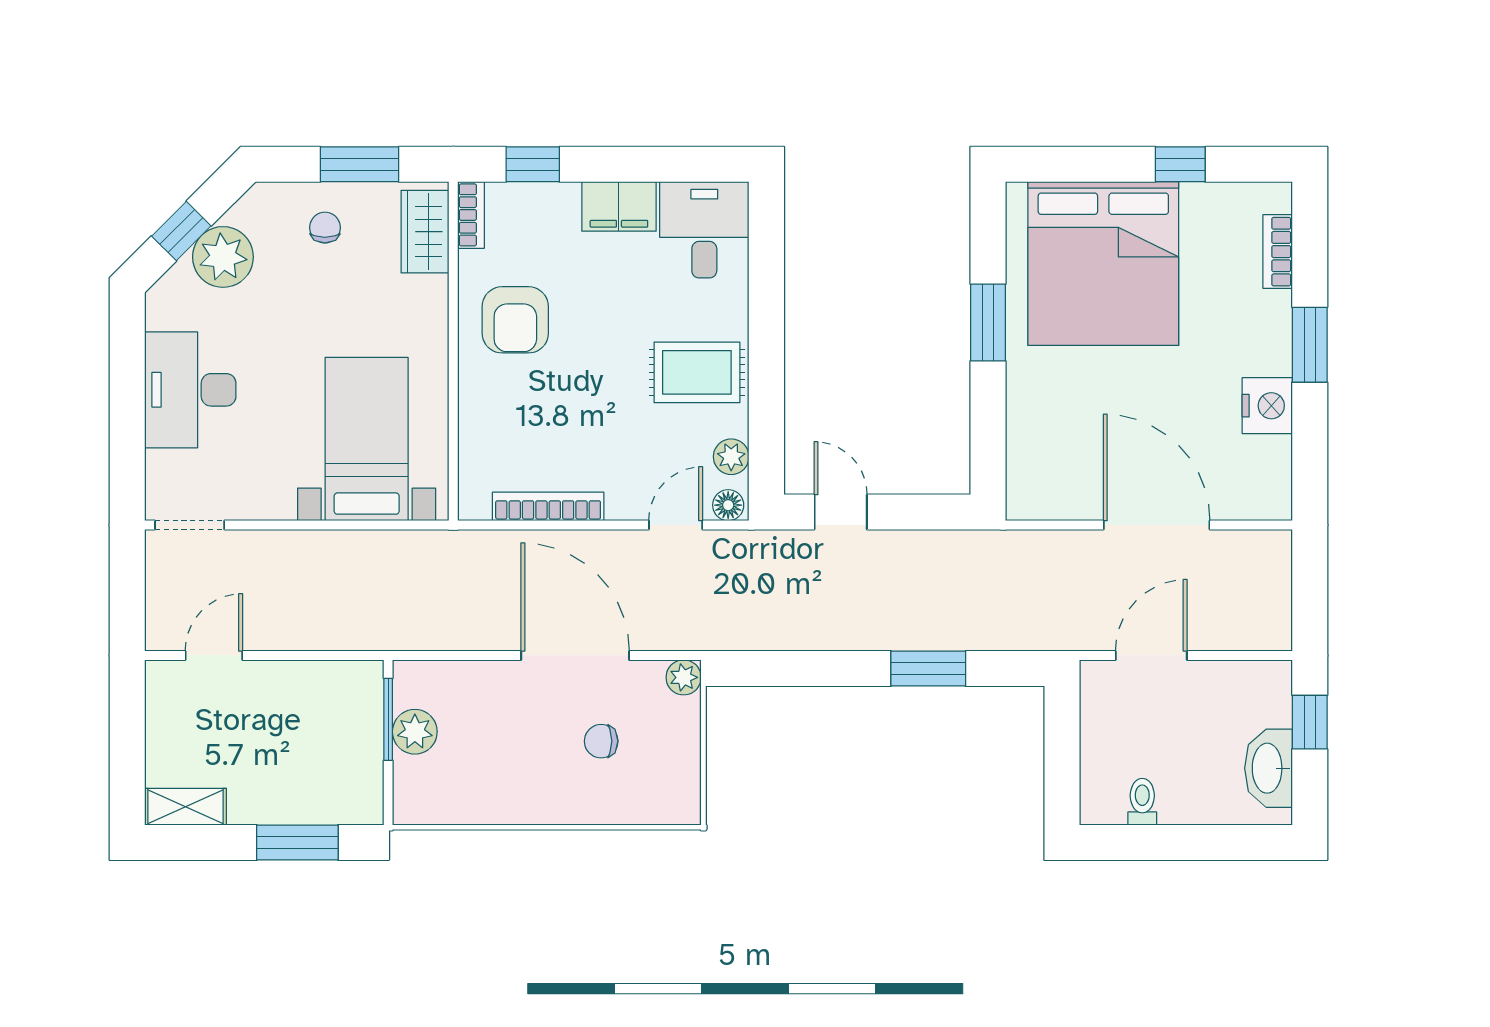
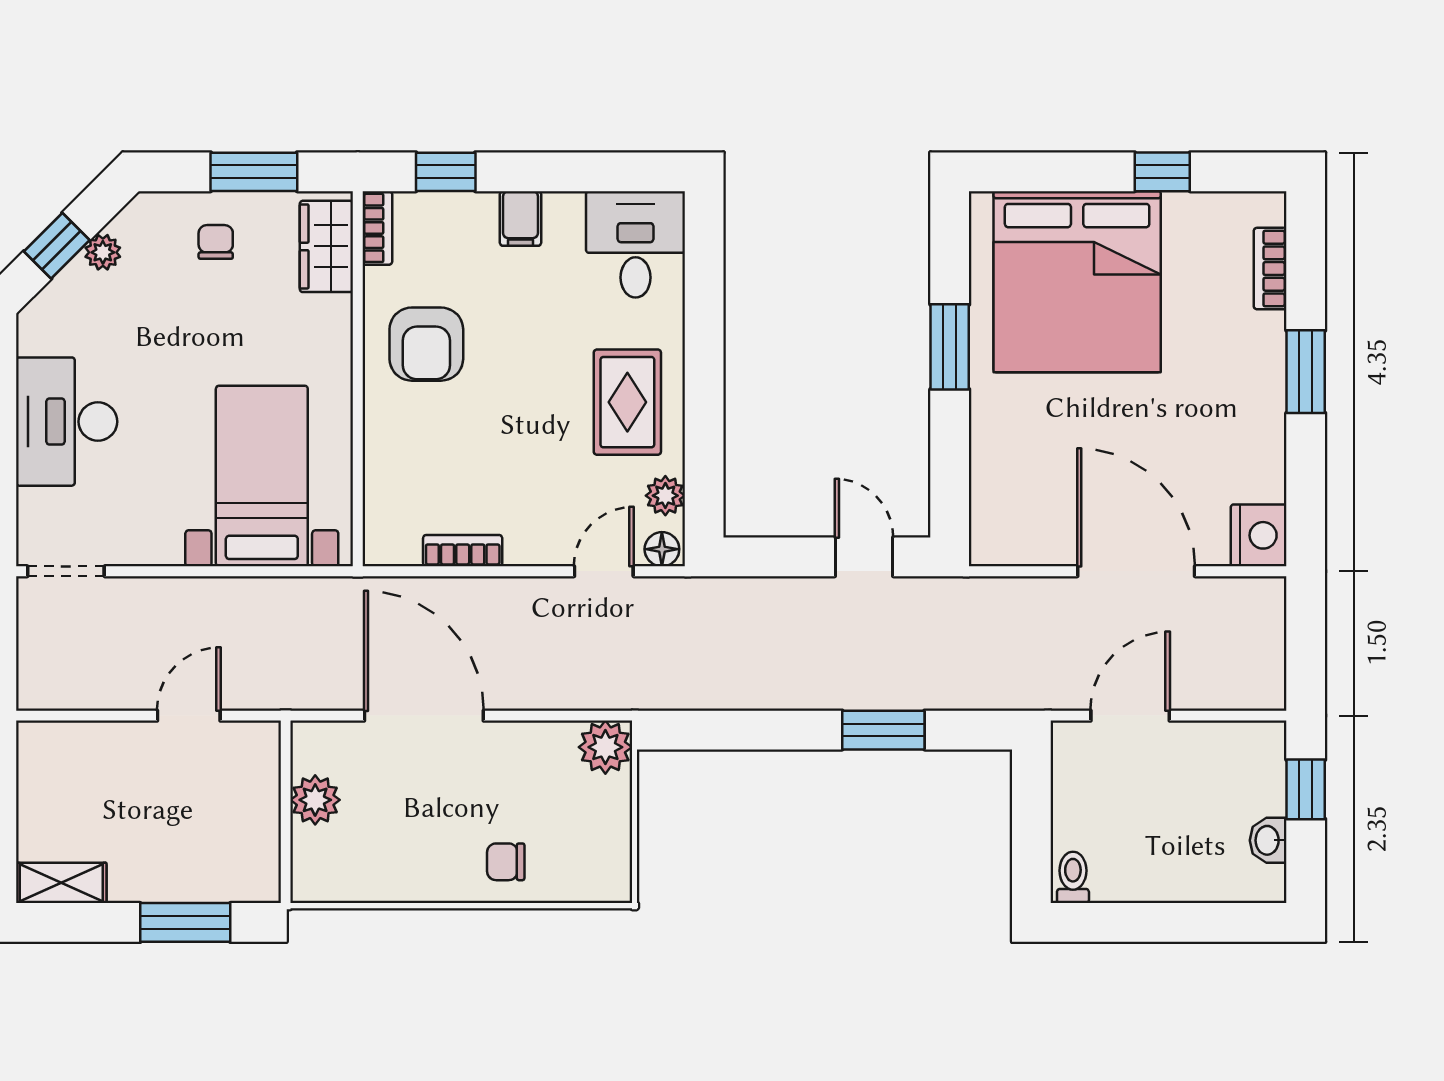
filing cabinet: (619, 206) -> (520, 219), width x0.50
plant: (223, 257) -> (103, 252), width x0.53, depth x0.53
rug: (697, 372) -> (627, 402), turned 90
nightstand: (1267, 406) -> (1259, 535), moved
bookcase: (548, 506) -> (463, 551), width x0.64
door: (841, 512) -> (864, 557), moved
door: (214, 655) -> (189, 716), moved
door: (575, 655) -> (424, 716), moved
plant: (684, 677) -> (605, 747), width x1.38, depth x1.38
window: (388, 719) -> (286, 786), removed
chair: (601, 741) -> (506, 862), moved
washbasin: (1269, 768) -> (1268, 840), width x0.52, depth x0.69
toilet: (1142, 802) -> (1073, 877), moved

